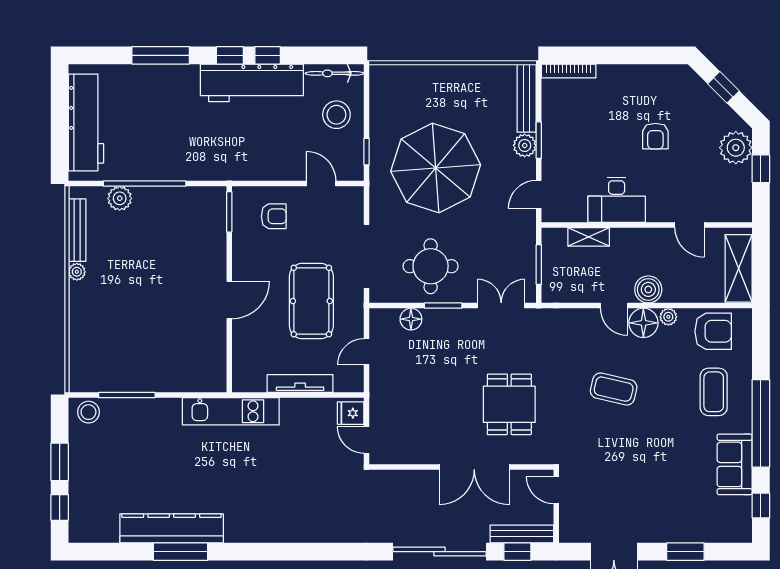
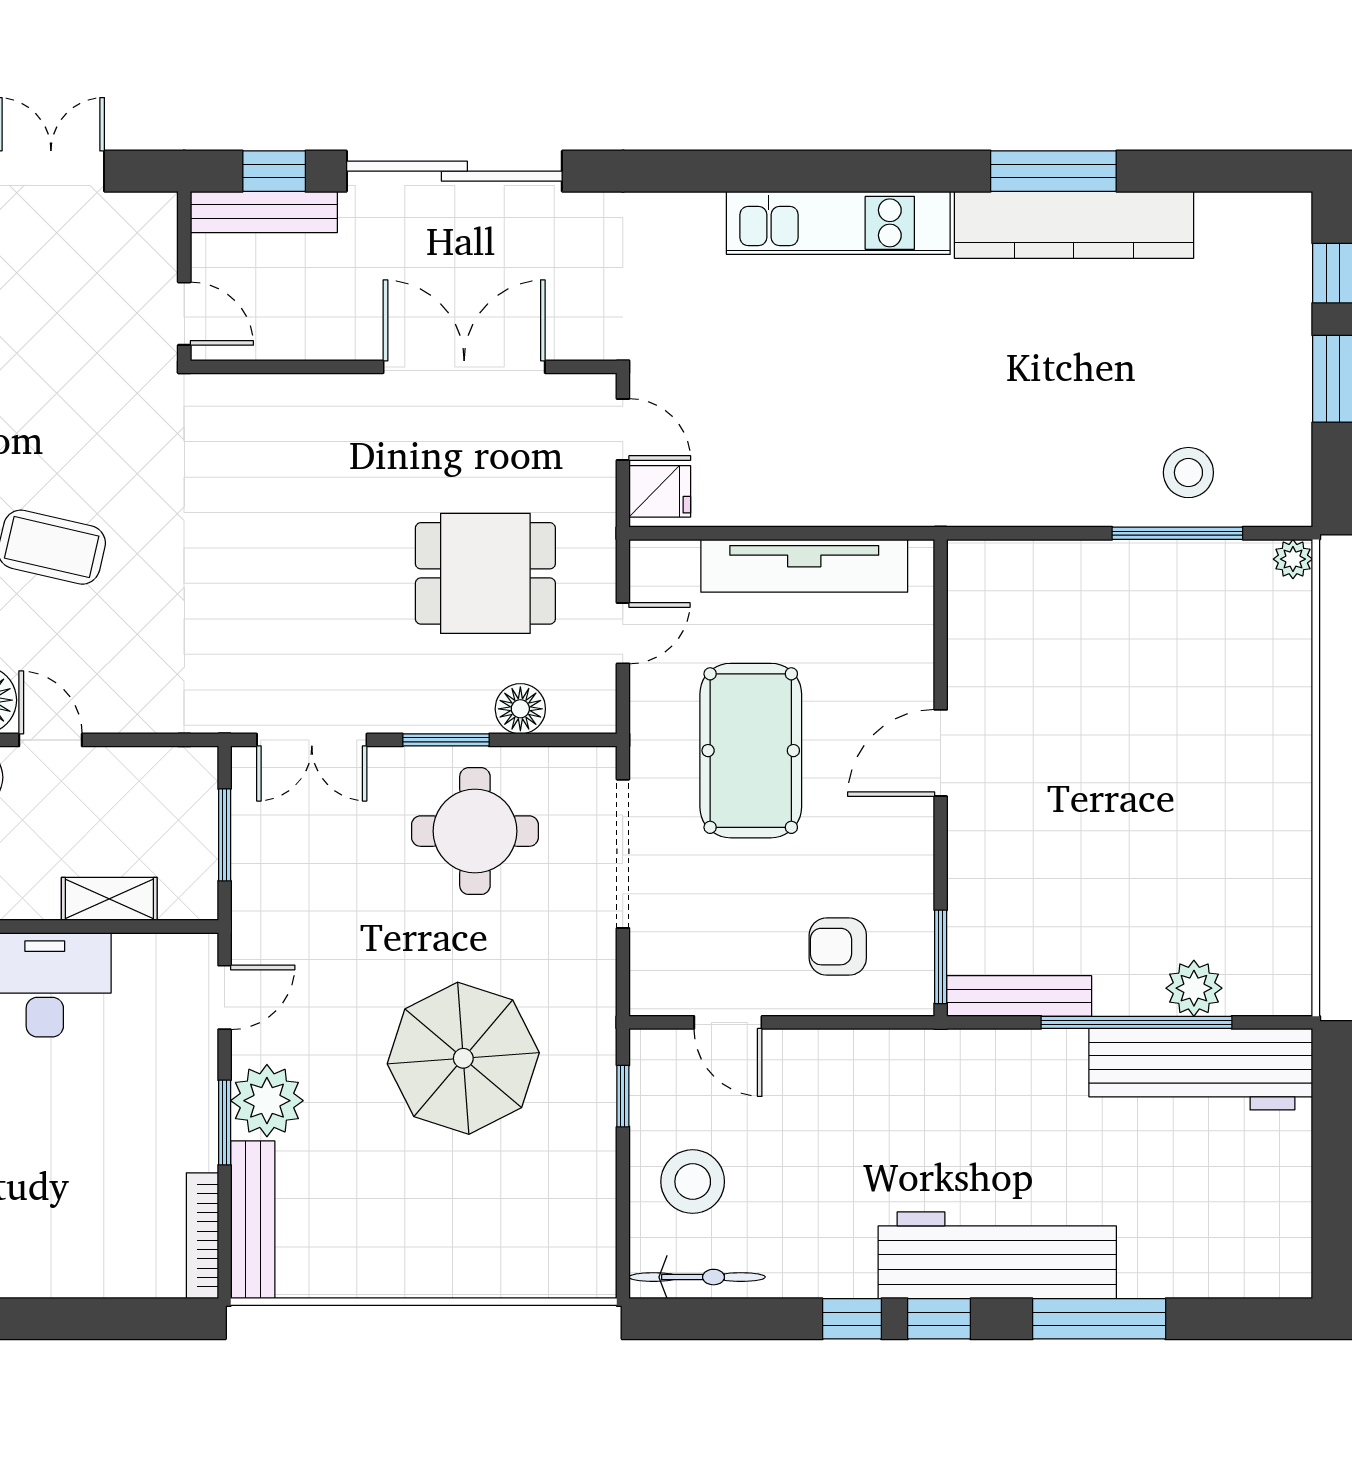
bookcase: (569, 71) -> (202, 1236), moved, turned -90
workbench: (252, 83) -> (997, 1255), moved
workbench: (86, 122) -> (1201, 1069), moved, turned -90
plant: (525, 145) -> (267, 1101), width x1.36, depth x1.36
parasol: (436, 168) -> (463, 1058), width x0.73, depth x0.73
bench: (77, 230) -> (1019, 996), moved, turned 90
plant: (77, 272) -> (1293, 559), moved
tv unit: (300, 384) -> (804, 566), width x1.36, depth x1.29
dining table: (509, 404) -> (485, 573), moved, turned 90
kitchen unit: (231, 411) -> (838, 223), moved, turned 180
stool: (88, 412) -> (1188, 473), moved
double door: (474, 467) -> (464, 367), moved

